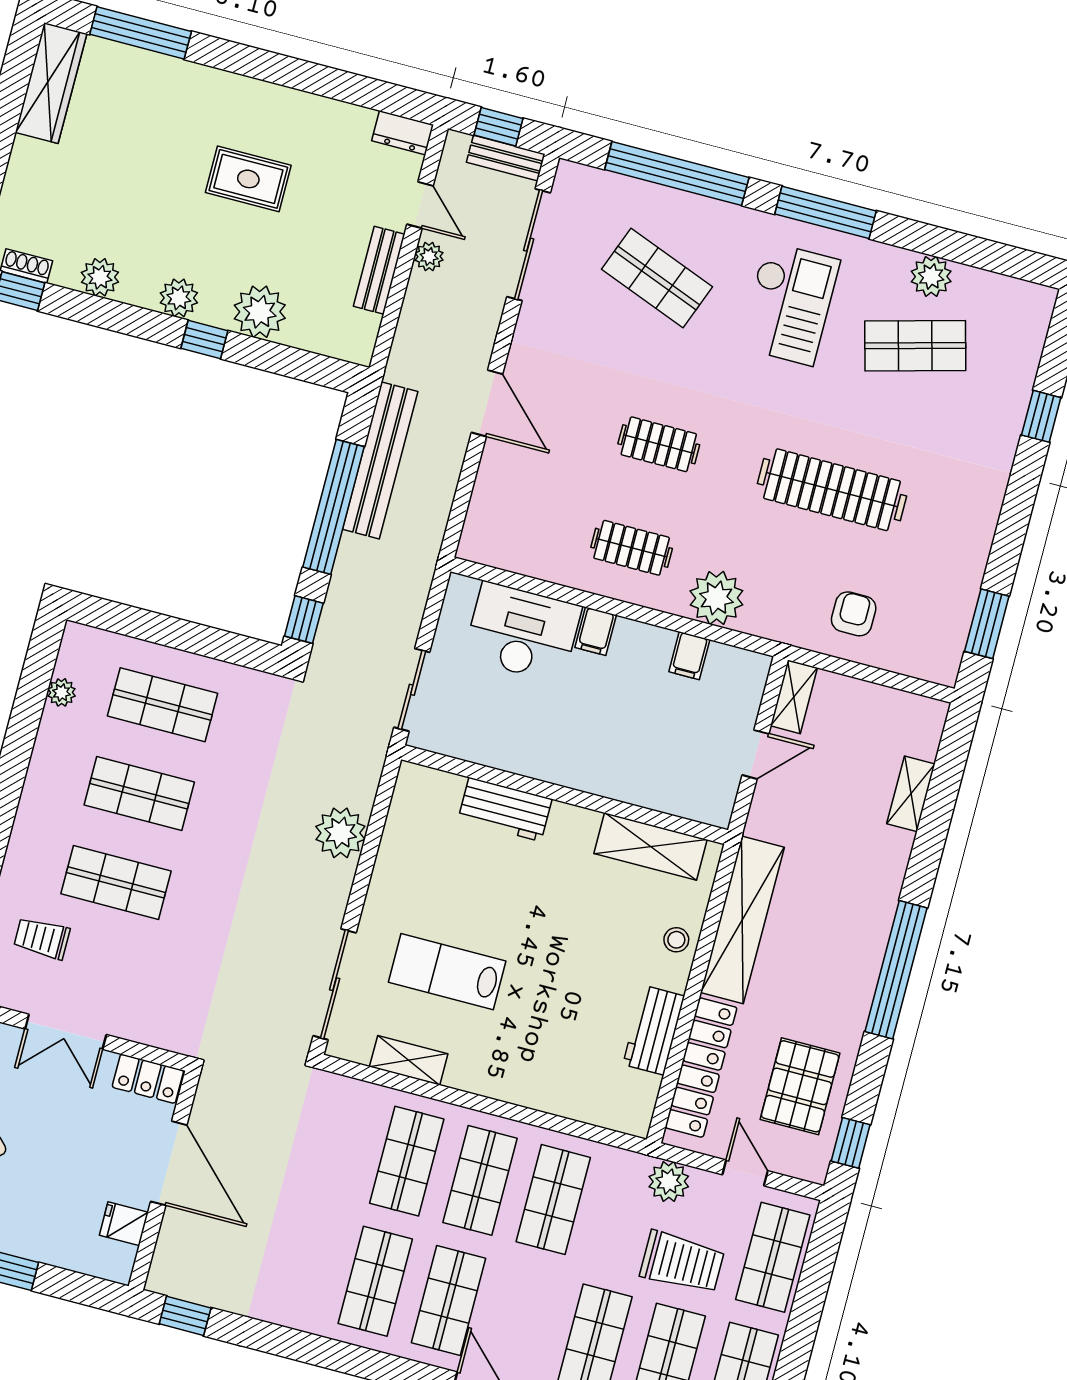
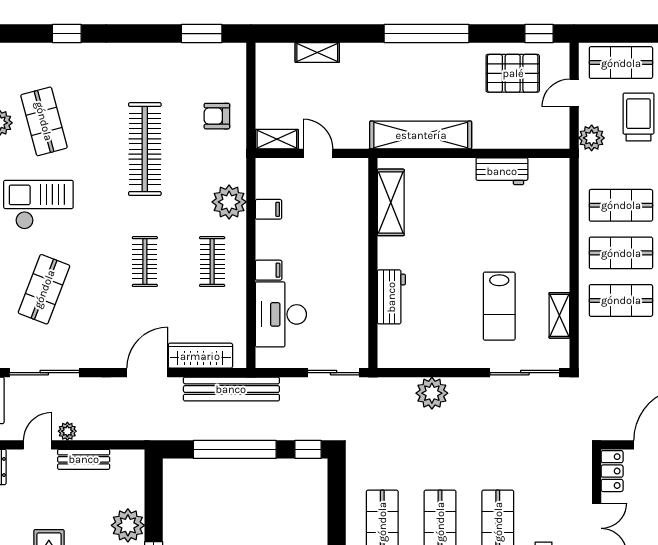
bench: (380, 460) -> (231, 389), moved
wardrobe: (492, 492) -> (200, 356), added
stool: (676, 940) -> (443, 172), removed
locker: (701, 1068) -> (517, 136), removed

